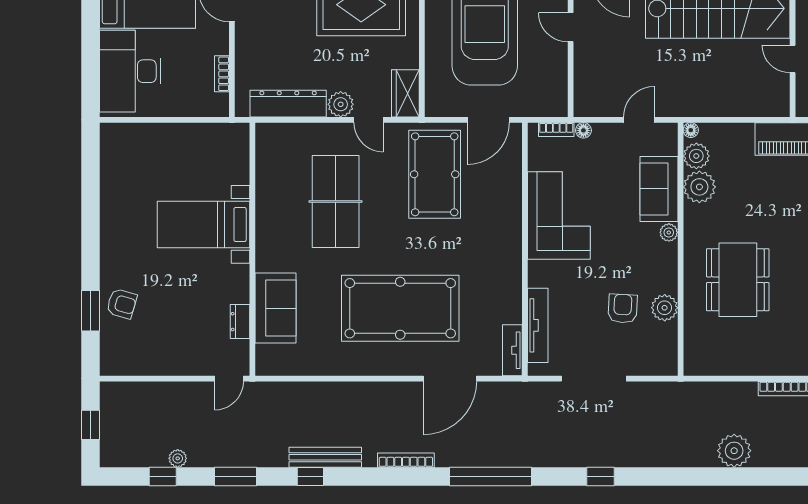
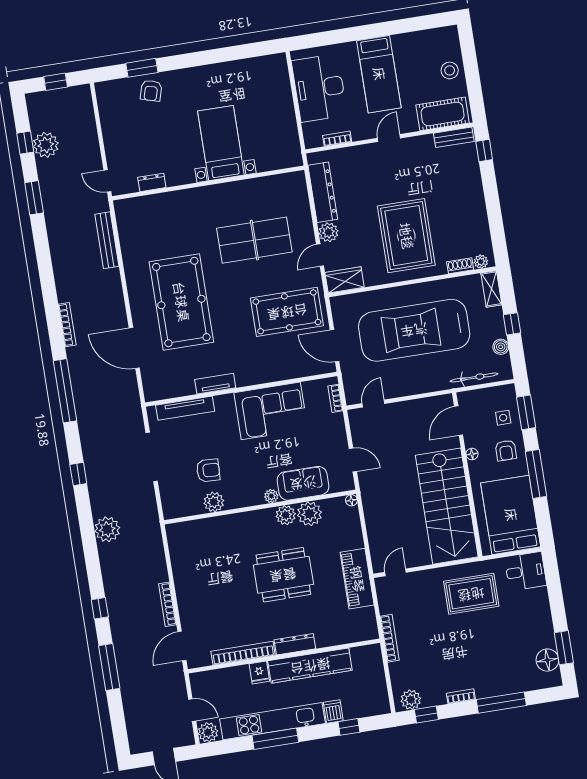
door: (571, 27) -> (373, 404), moved
door: (793, 59) -> (396, 572), moved
desk: (130, 71) -> (319, 88), moved, turned -90
floor lamp: (583, 130) -> (338, 419), removed
plant: (696, 156) -> (286, 515), moved
dining table: (738, 280) -> (283, 575), moved
sofa: (276, 308) -> (166, 208), removed
tv unit: (512, 350) -> (215, 384), moved
plant: (734, 451) -> (107, 529), moved
bench: (325, 457) -> (107, 240), moved
plant: (178, 458) -> (46, 145), width x1.88, depth x1.88
window: (310, 477) -> (100, 608), moved

